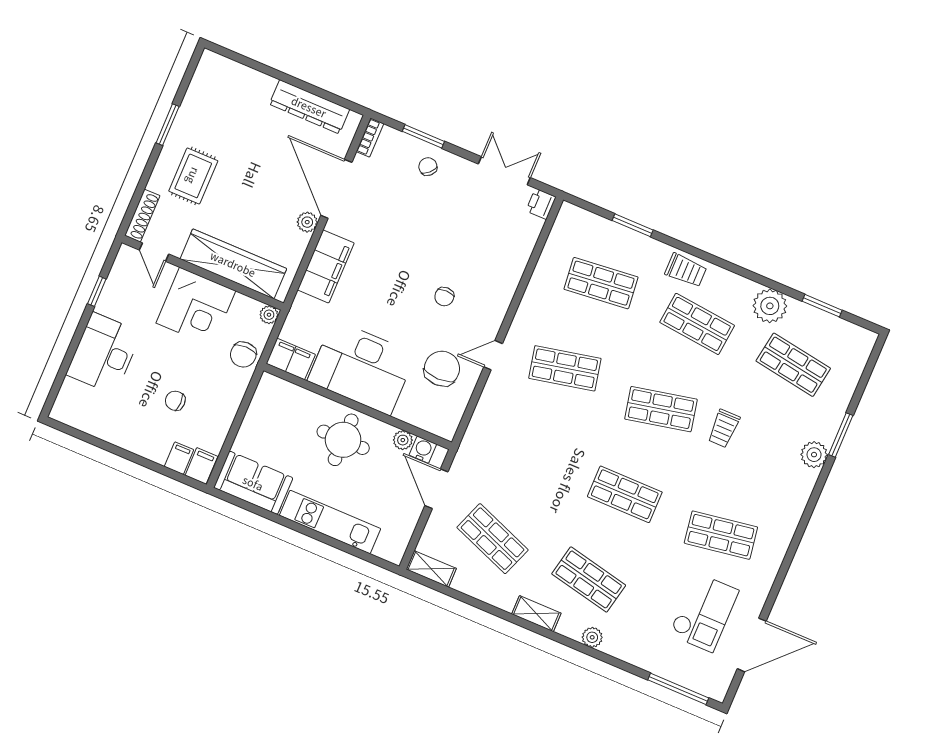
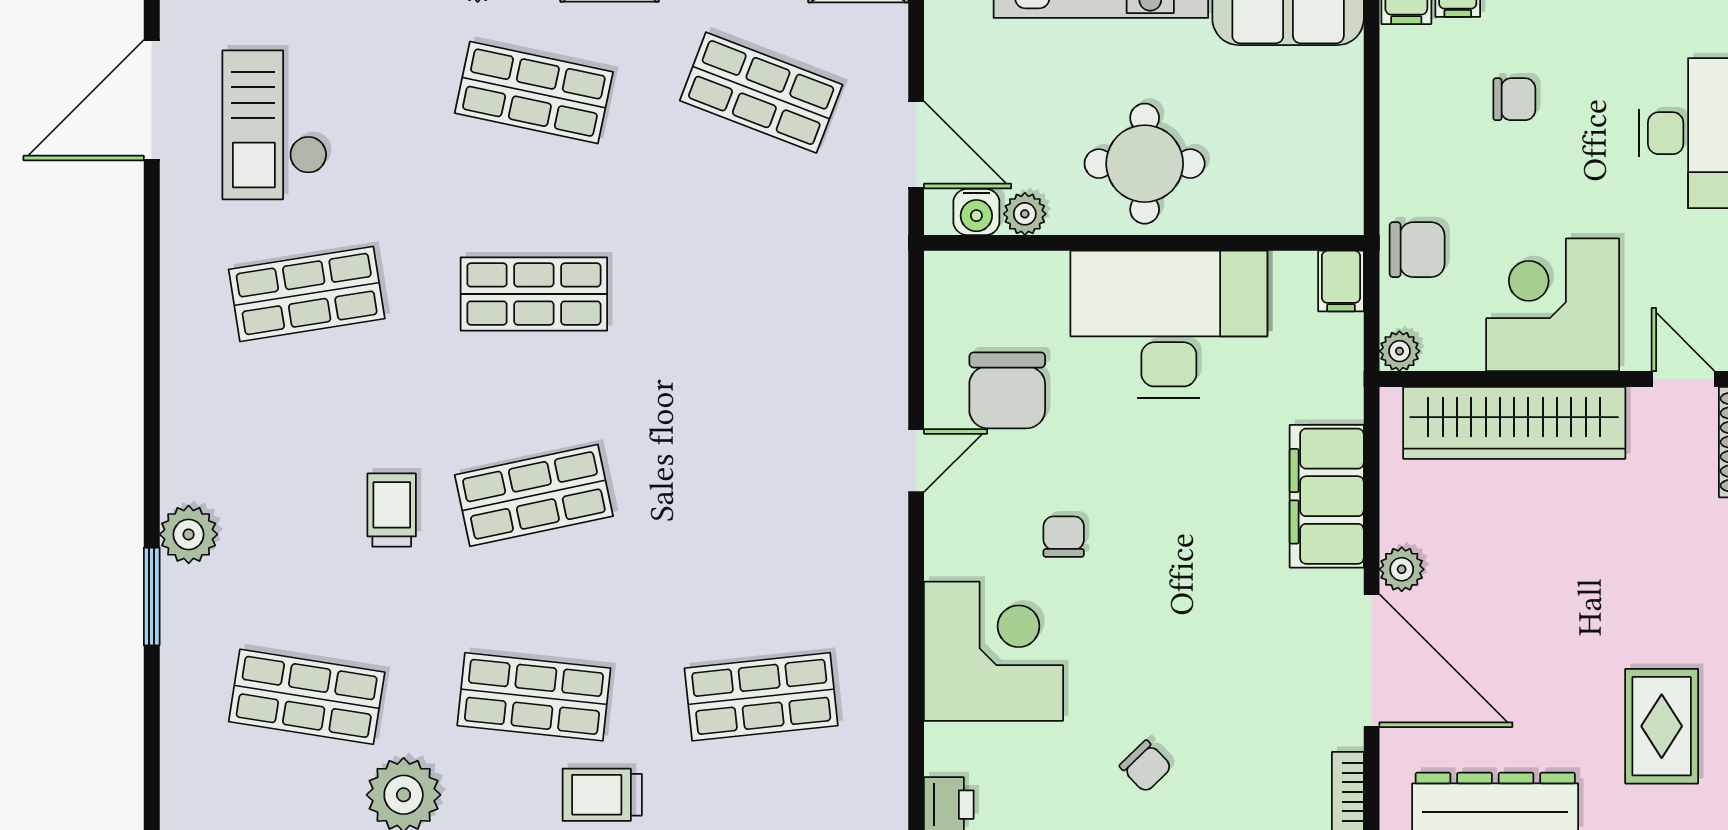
chair: (428, 167) -> (1146, 766), moved
rug: (193, 176) -> (1662, 726), moved
corner desk: (495, 261) -> (994, 651), added
chair: (243, 355) -> (1417, 250), turned 90
filing cabinet: (291, 359) -> (1341, 281), width x0.50
shop shelf: (565, 368) -> (761, 495), removed

